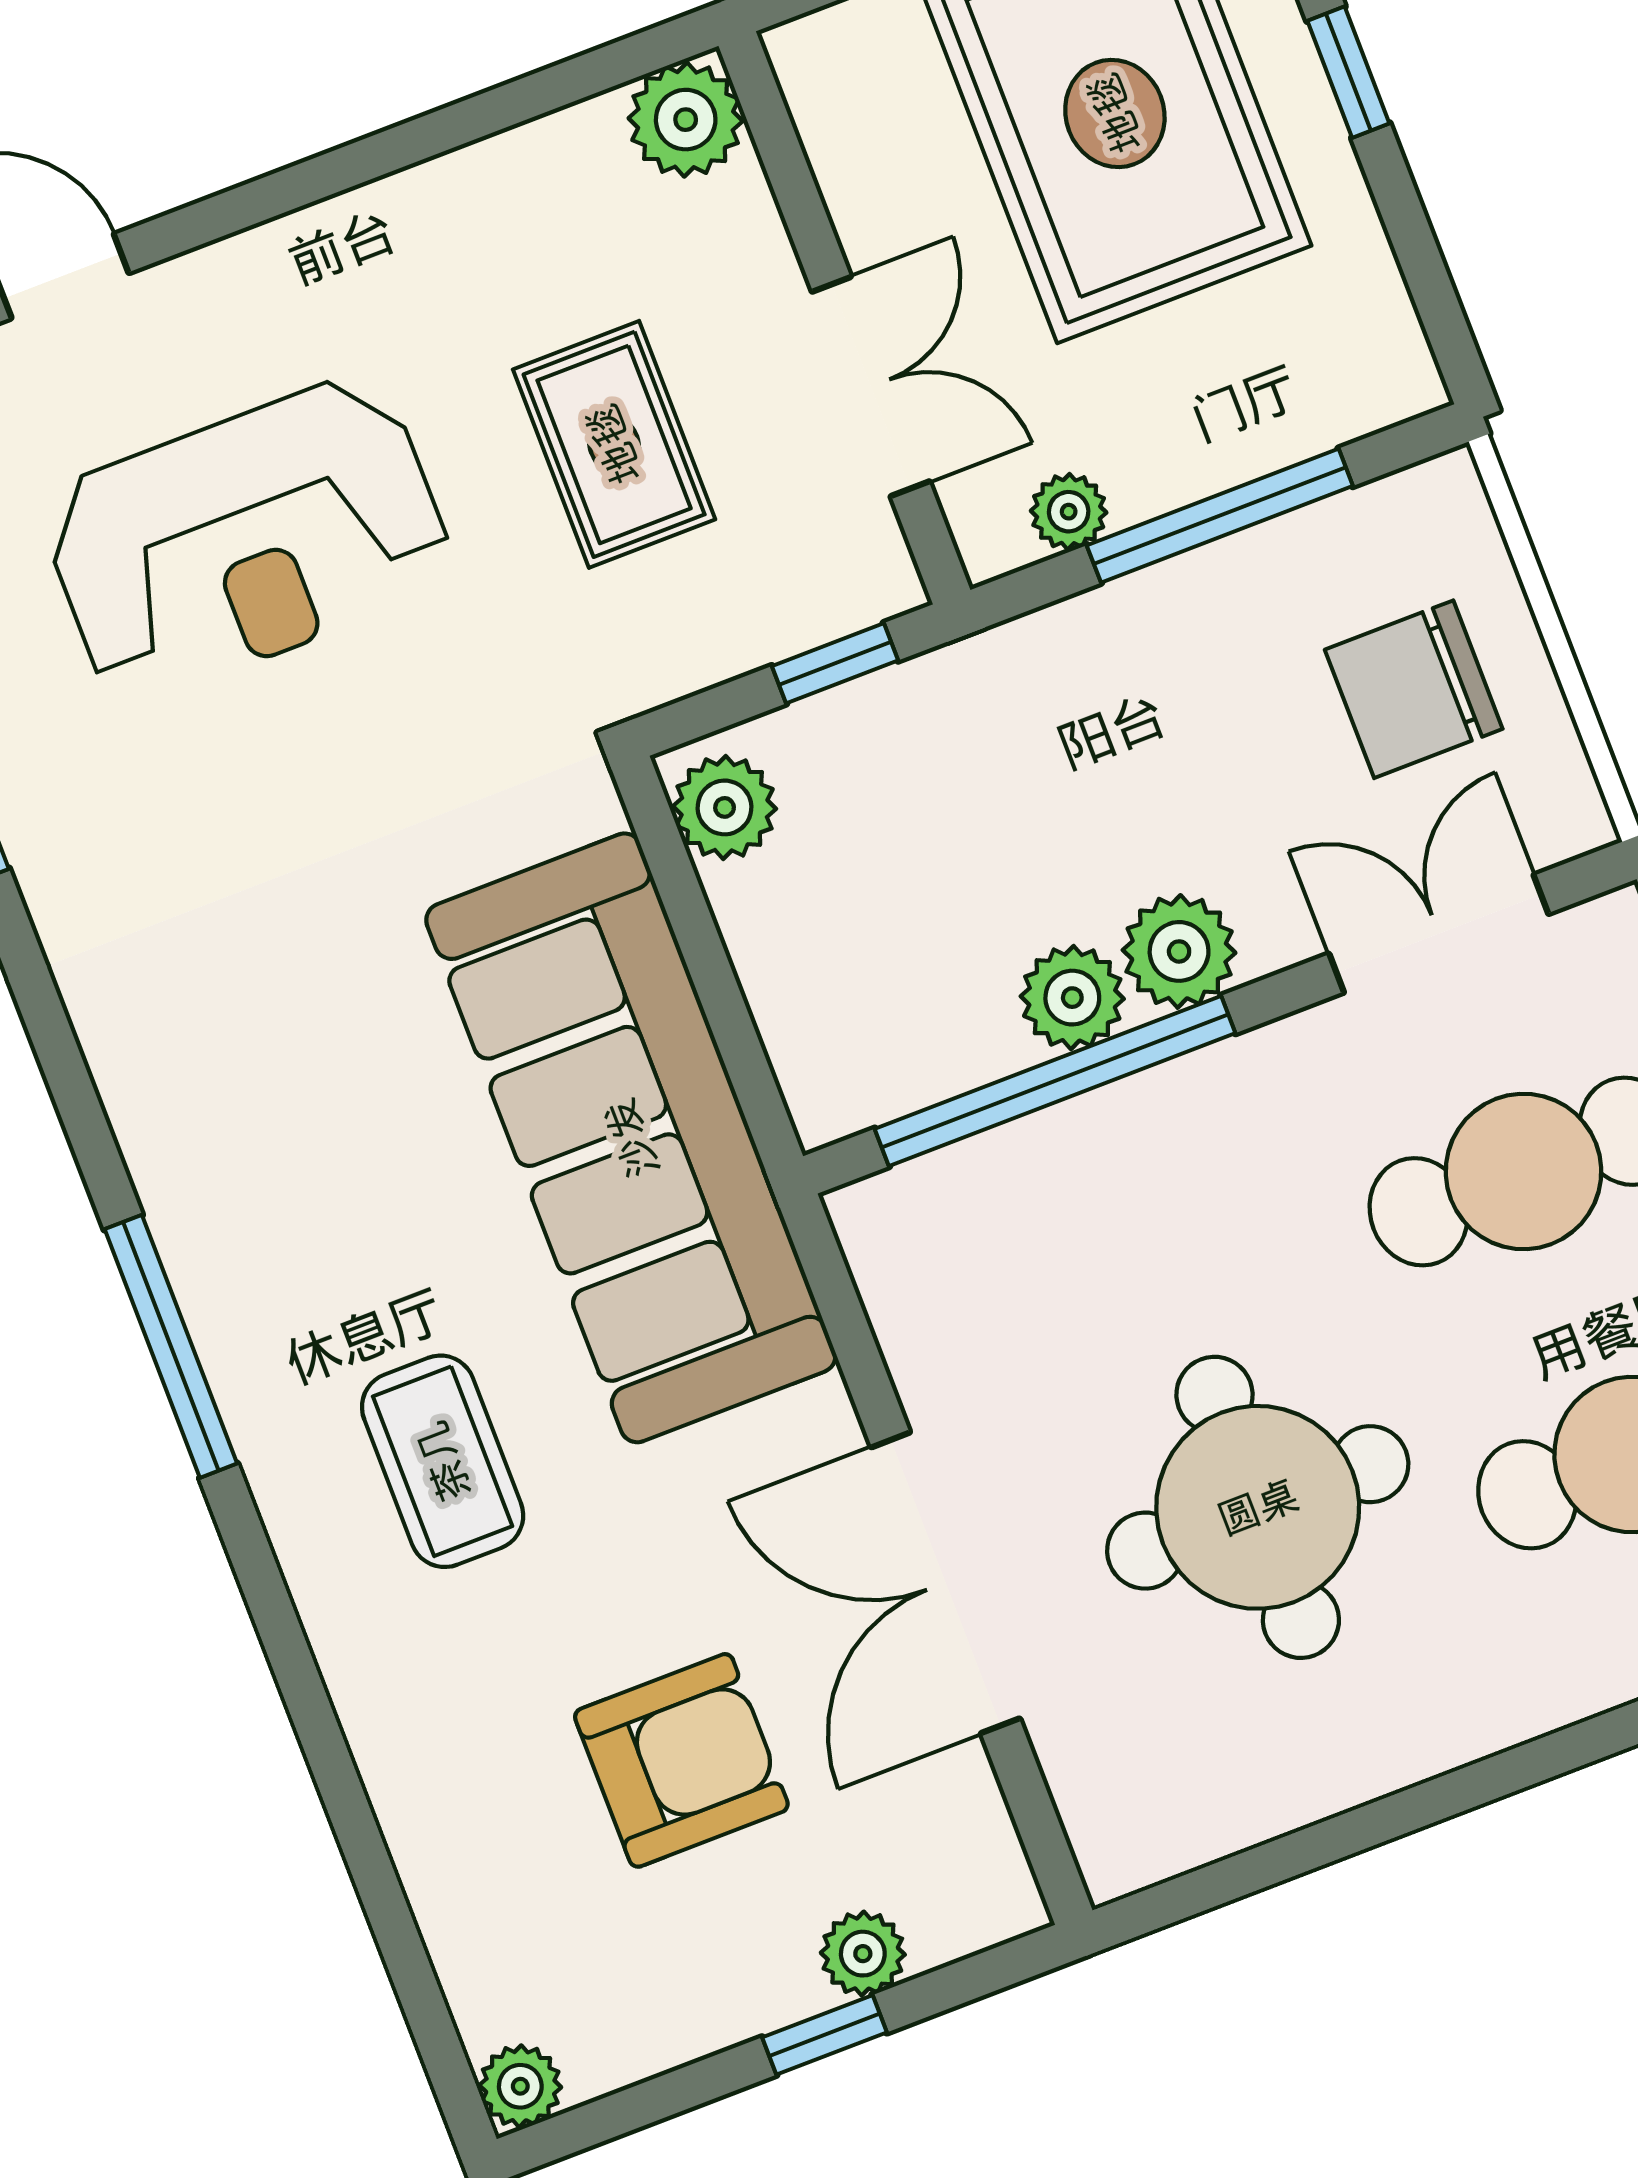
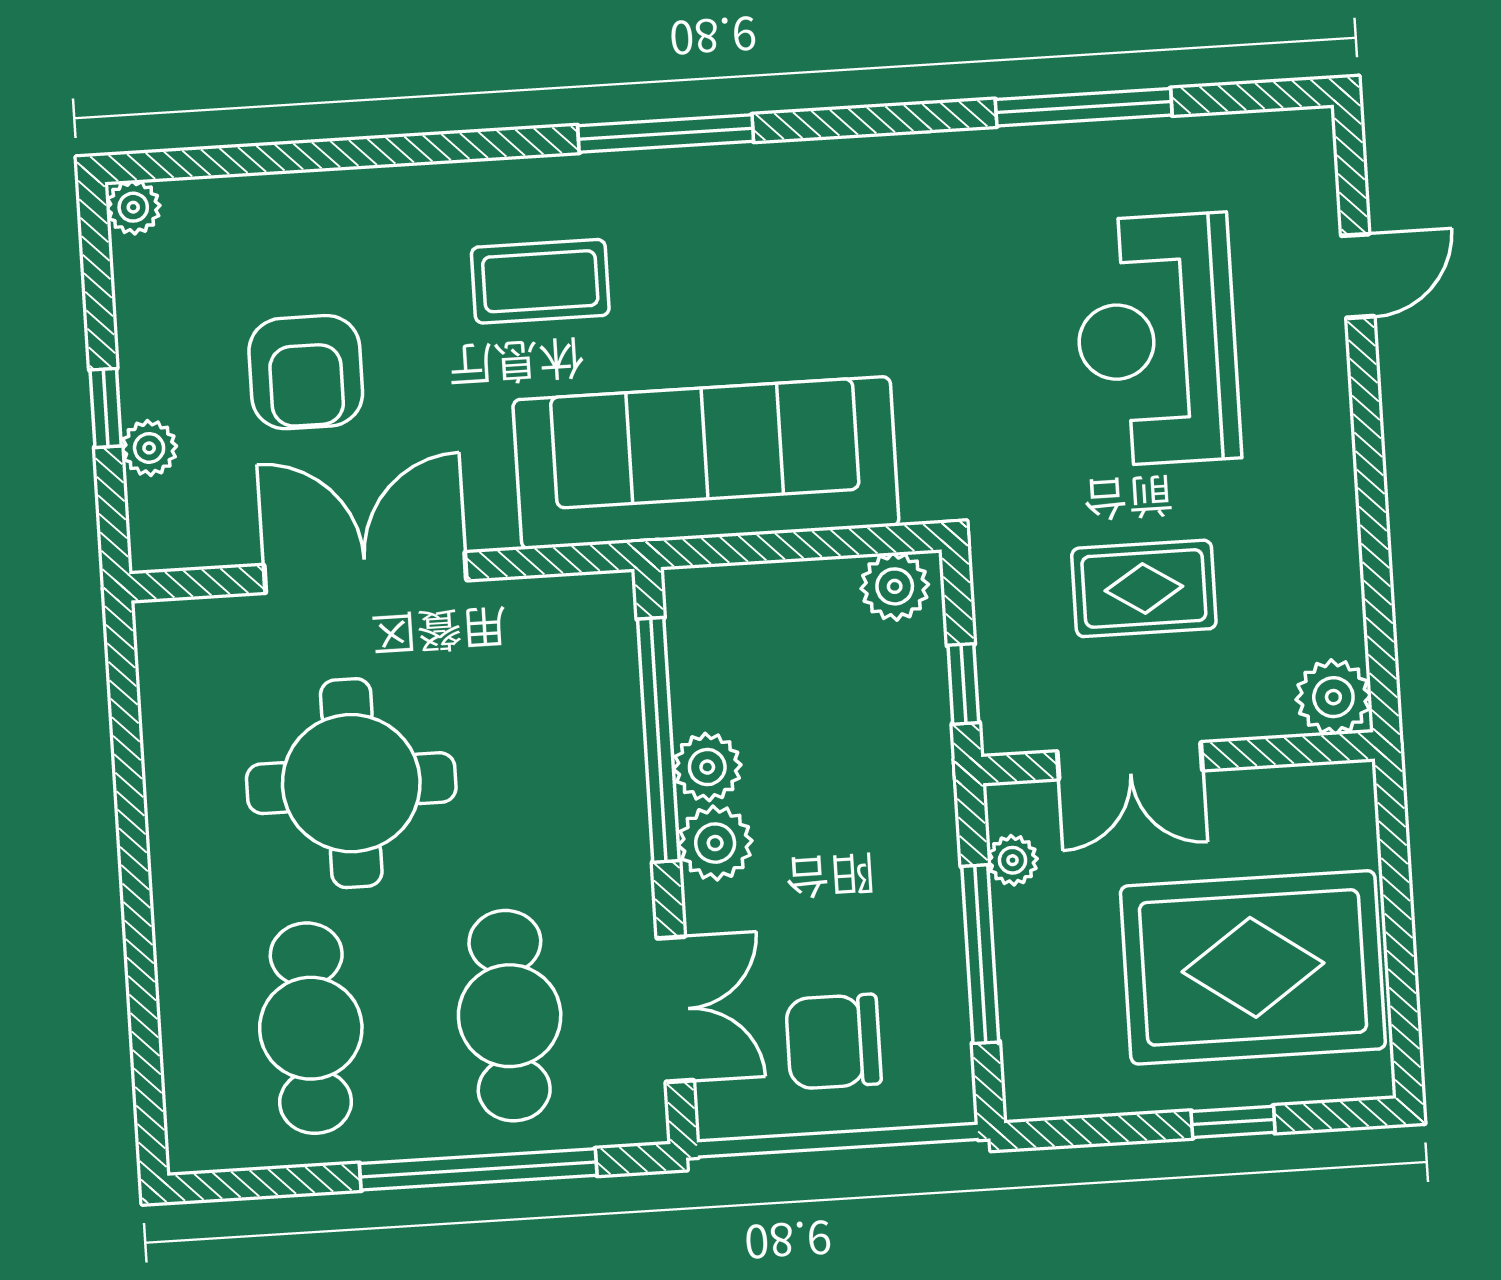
chair: (1414, 689) -> (833, 1042), turned -90

